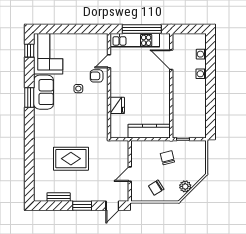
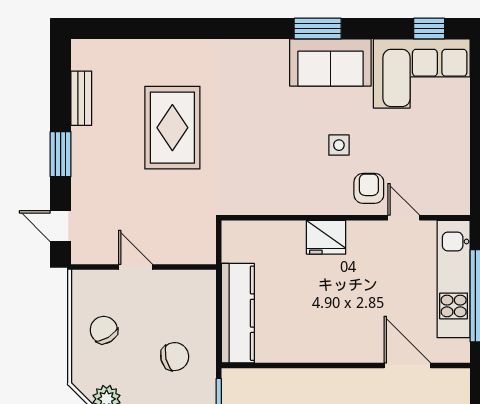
door: (171, 60) -> (407, 366), hinge flipped
fridge: (117, 105) -> (326, 237), moved

